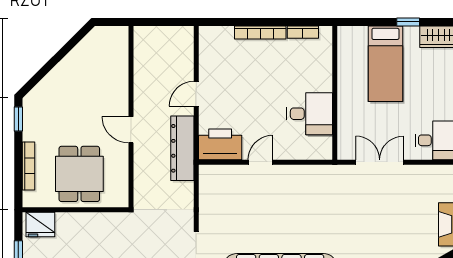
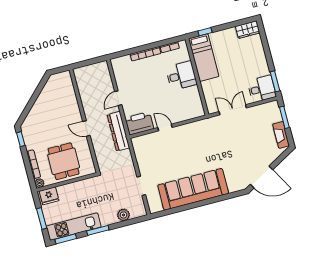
window: (408, 22) -> (205, 32), moved
bed: (385, 64) -> (204, 58), moved
desk: (310, 114) -> (181, 76), moved
door: (260, 162) -> (165, 128), hinge flipped
plant: (30, 200) -> (39, 183), added

